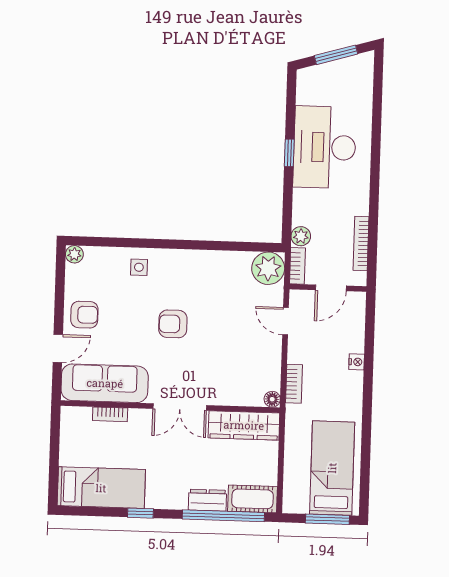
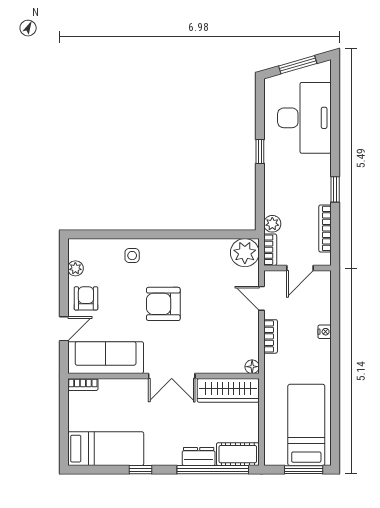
desk: (325, 147) -> (304, 118), moved, turned 180
window: (374, 199) -> (335, 189), added
plant: (74, 254) -> (75, 268), moved
armchair: (84, 315) -> (86, 298), turned -90
armchair: (173, 324) -> (163, 304), width x1.38, depth x1.38
bookcase: (294, 384) -> (271, 336), moved
bookcase: (110, 414) -> (83, 384), moved

